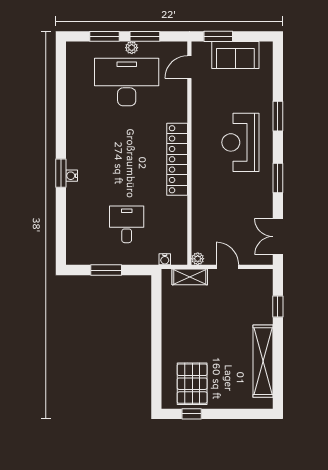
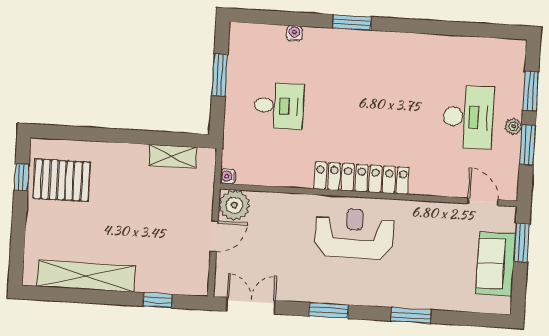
desk: (127, 82) -> (468, 117), width x0.73, depth x0.77
reception desk: (240, 142) -> (354, 234), moved
water cooler: (72, 176) -> (294, 33), moved
water cooler: (165, 259) -> (228, 176), moved
plant: (198, 259) -> (234, 205), width x1.87, depth x1.87
shelving: (190, 277) -> (172, 156), moved, turned 90

